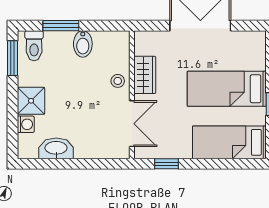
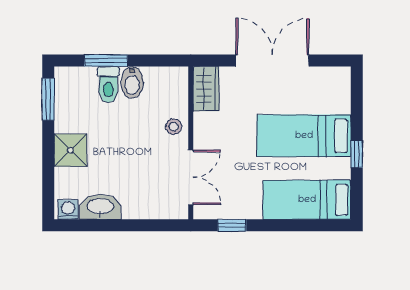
toilet: (34, 46) -> (108, 85), moved
wardrobe: (145, 75) -> (206, 89), moved
washing machine: (26, 124) -> (68, 210), moved, turned -90

